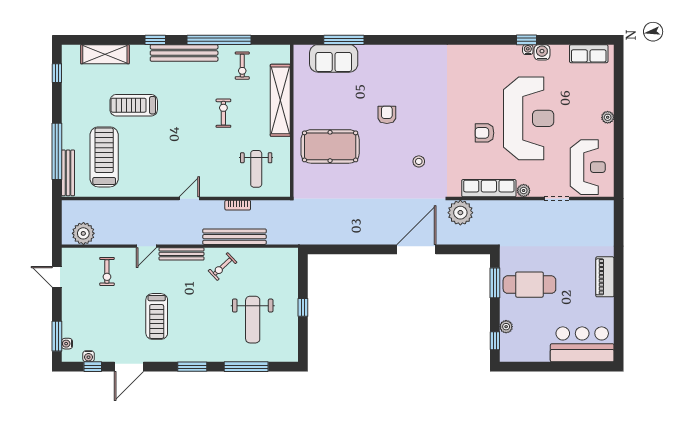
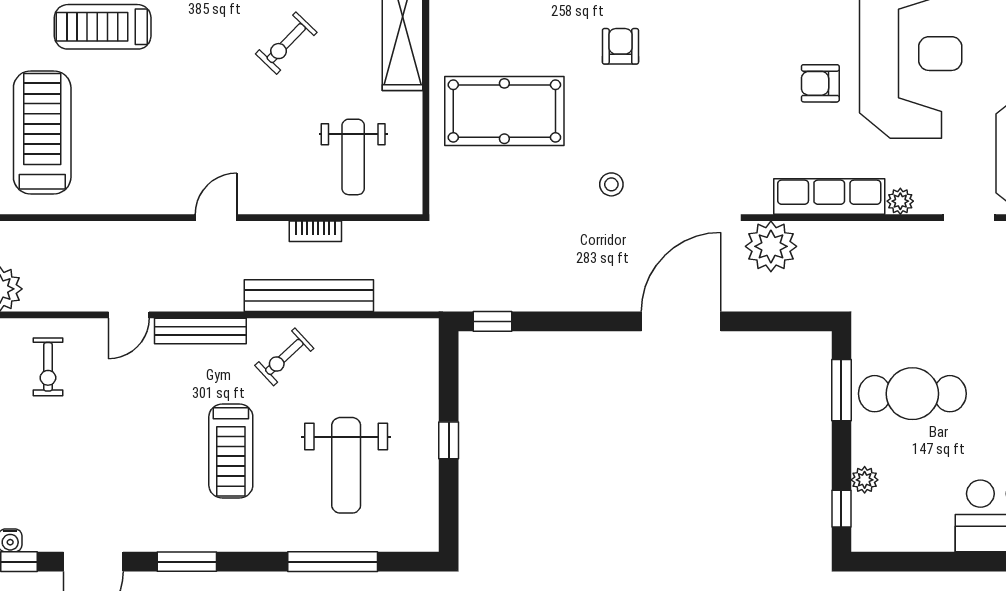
exercise bike: (223, 113) -> (286, 43), turned -136
stool: (419, 161) -> (611, 184), moved
window: (324, 249) -> (493, 321), added
treadmill: (157, 316) -> (231, 451), moved
window: (192, 367) -> (187, 562), moved

